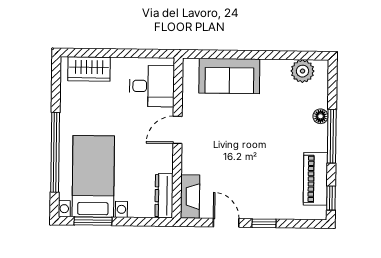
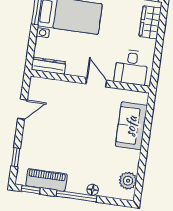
fireplace: (190, 197) -> (46, 85), removed
window: (264, 223) -> (16, 157), moved

